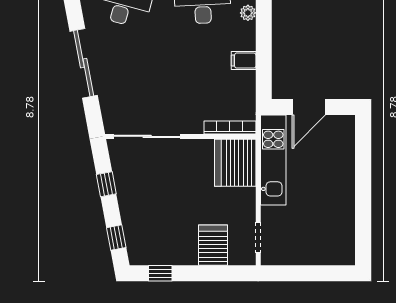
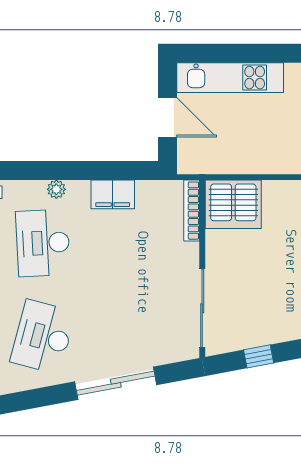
filing cabinet: (244, 61) -> (113, 194), width x2.00
kitchen unit: (273, 160) -> (230, 78), moved, turned 180

